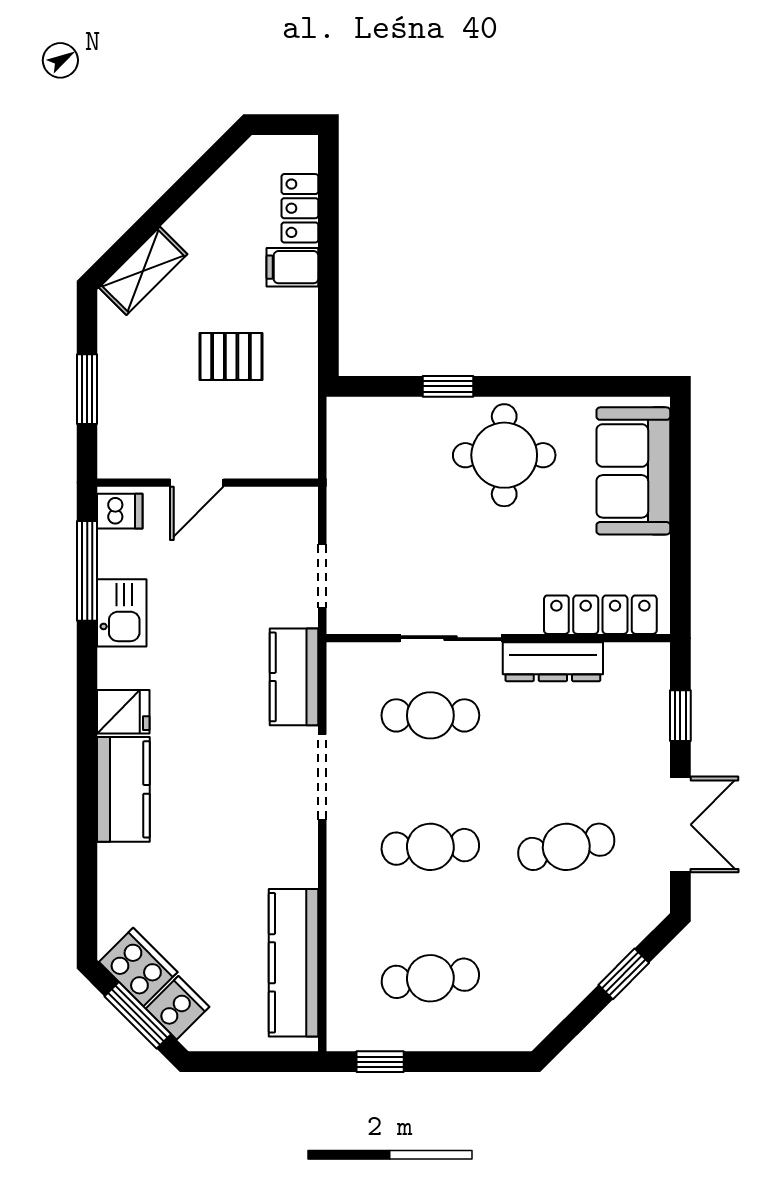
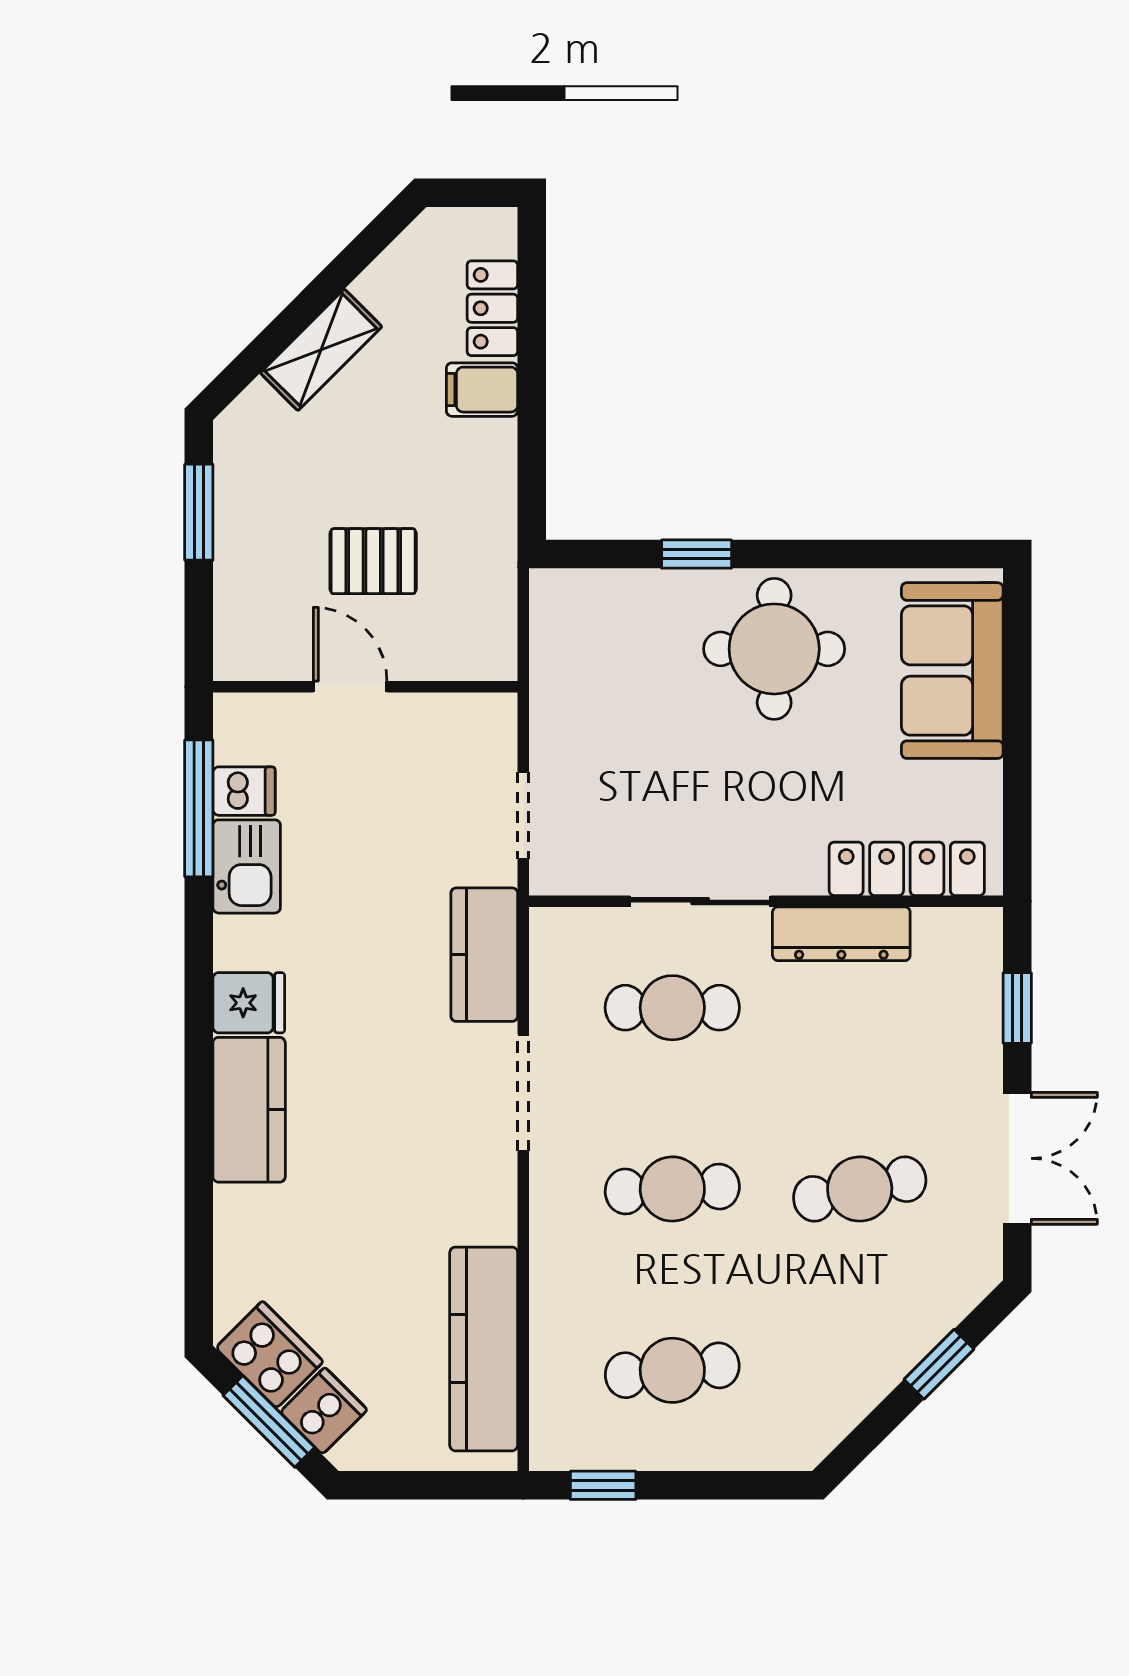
shelving: (143, 271) -> (321, 350), moved
pallet: (231, 356) -> (373, 561), moved
window: (87, 389) -> (199, 512), moved
door: (197, 483) -> (350, 687), swing flipped
dishwasher: (120, 511) -> (244, 791), moved

